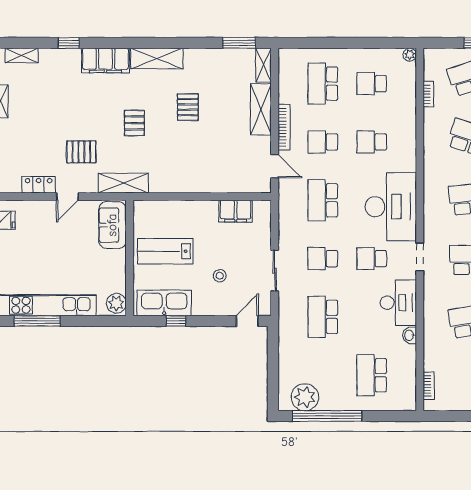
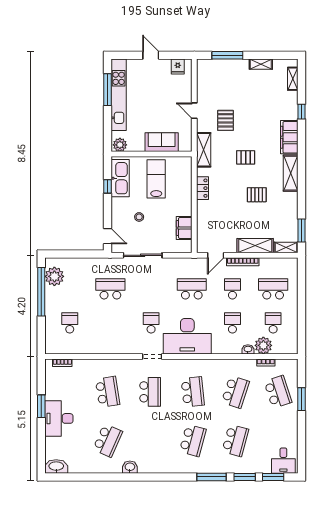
plant: (410, 55) -> (263, 345), moved, width x1.88, depth x1.88
locker: (39, 185) -> (203, 188), moved
sofa: (112, 225) -> (162, 142), moved
school desk: (323, 259) -> (151, 289), removed
sliding door: (275, 271) -> (143, 255), width x1.37
desk: (398, 303) -> (120, 342), removed
washbasin: (410, 335) -> (248, 349), moved
school desk: (372, 375) -> (70, 323), width x0.54

